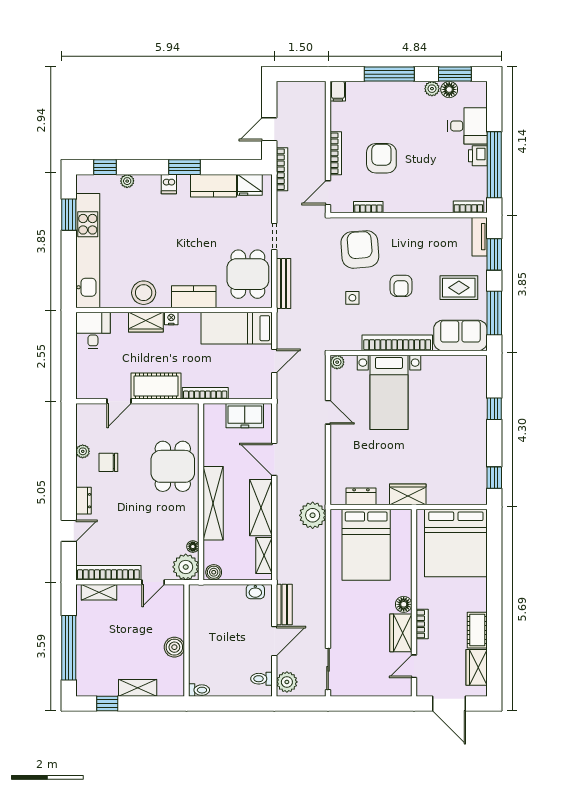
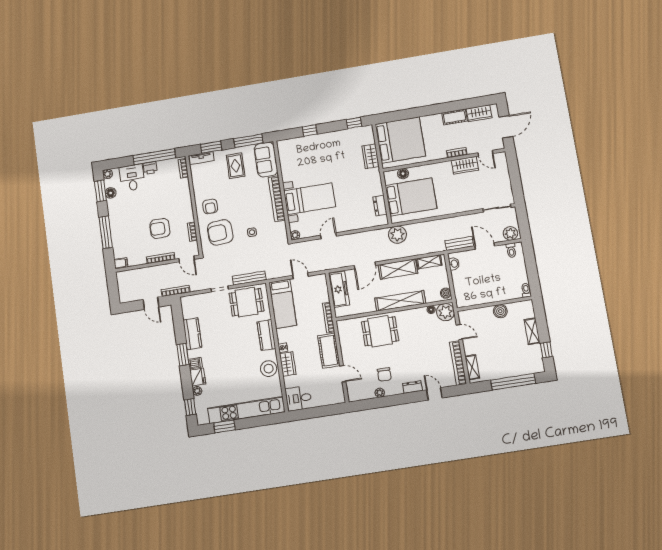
plant: (432, 89) -> (108, 174), moved
fridge: (250, 185) -> (198, 377), moved
armchair: (401, 286) -> (210, 206), moved, turned 90
freezer: (245, 416) -> (339, 289), width x1.40
wardrobe: (408, 494) -> (370, 156), moved
floor lamp: (404, 604) -> (403, 174), moved

